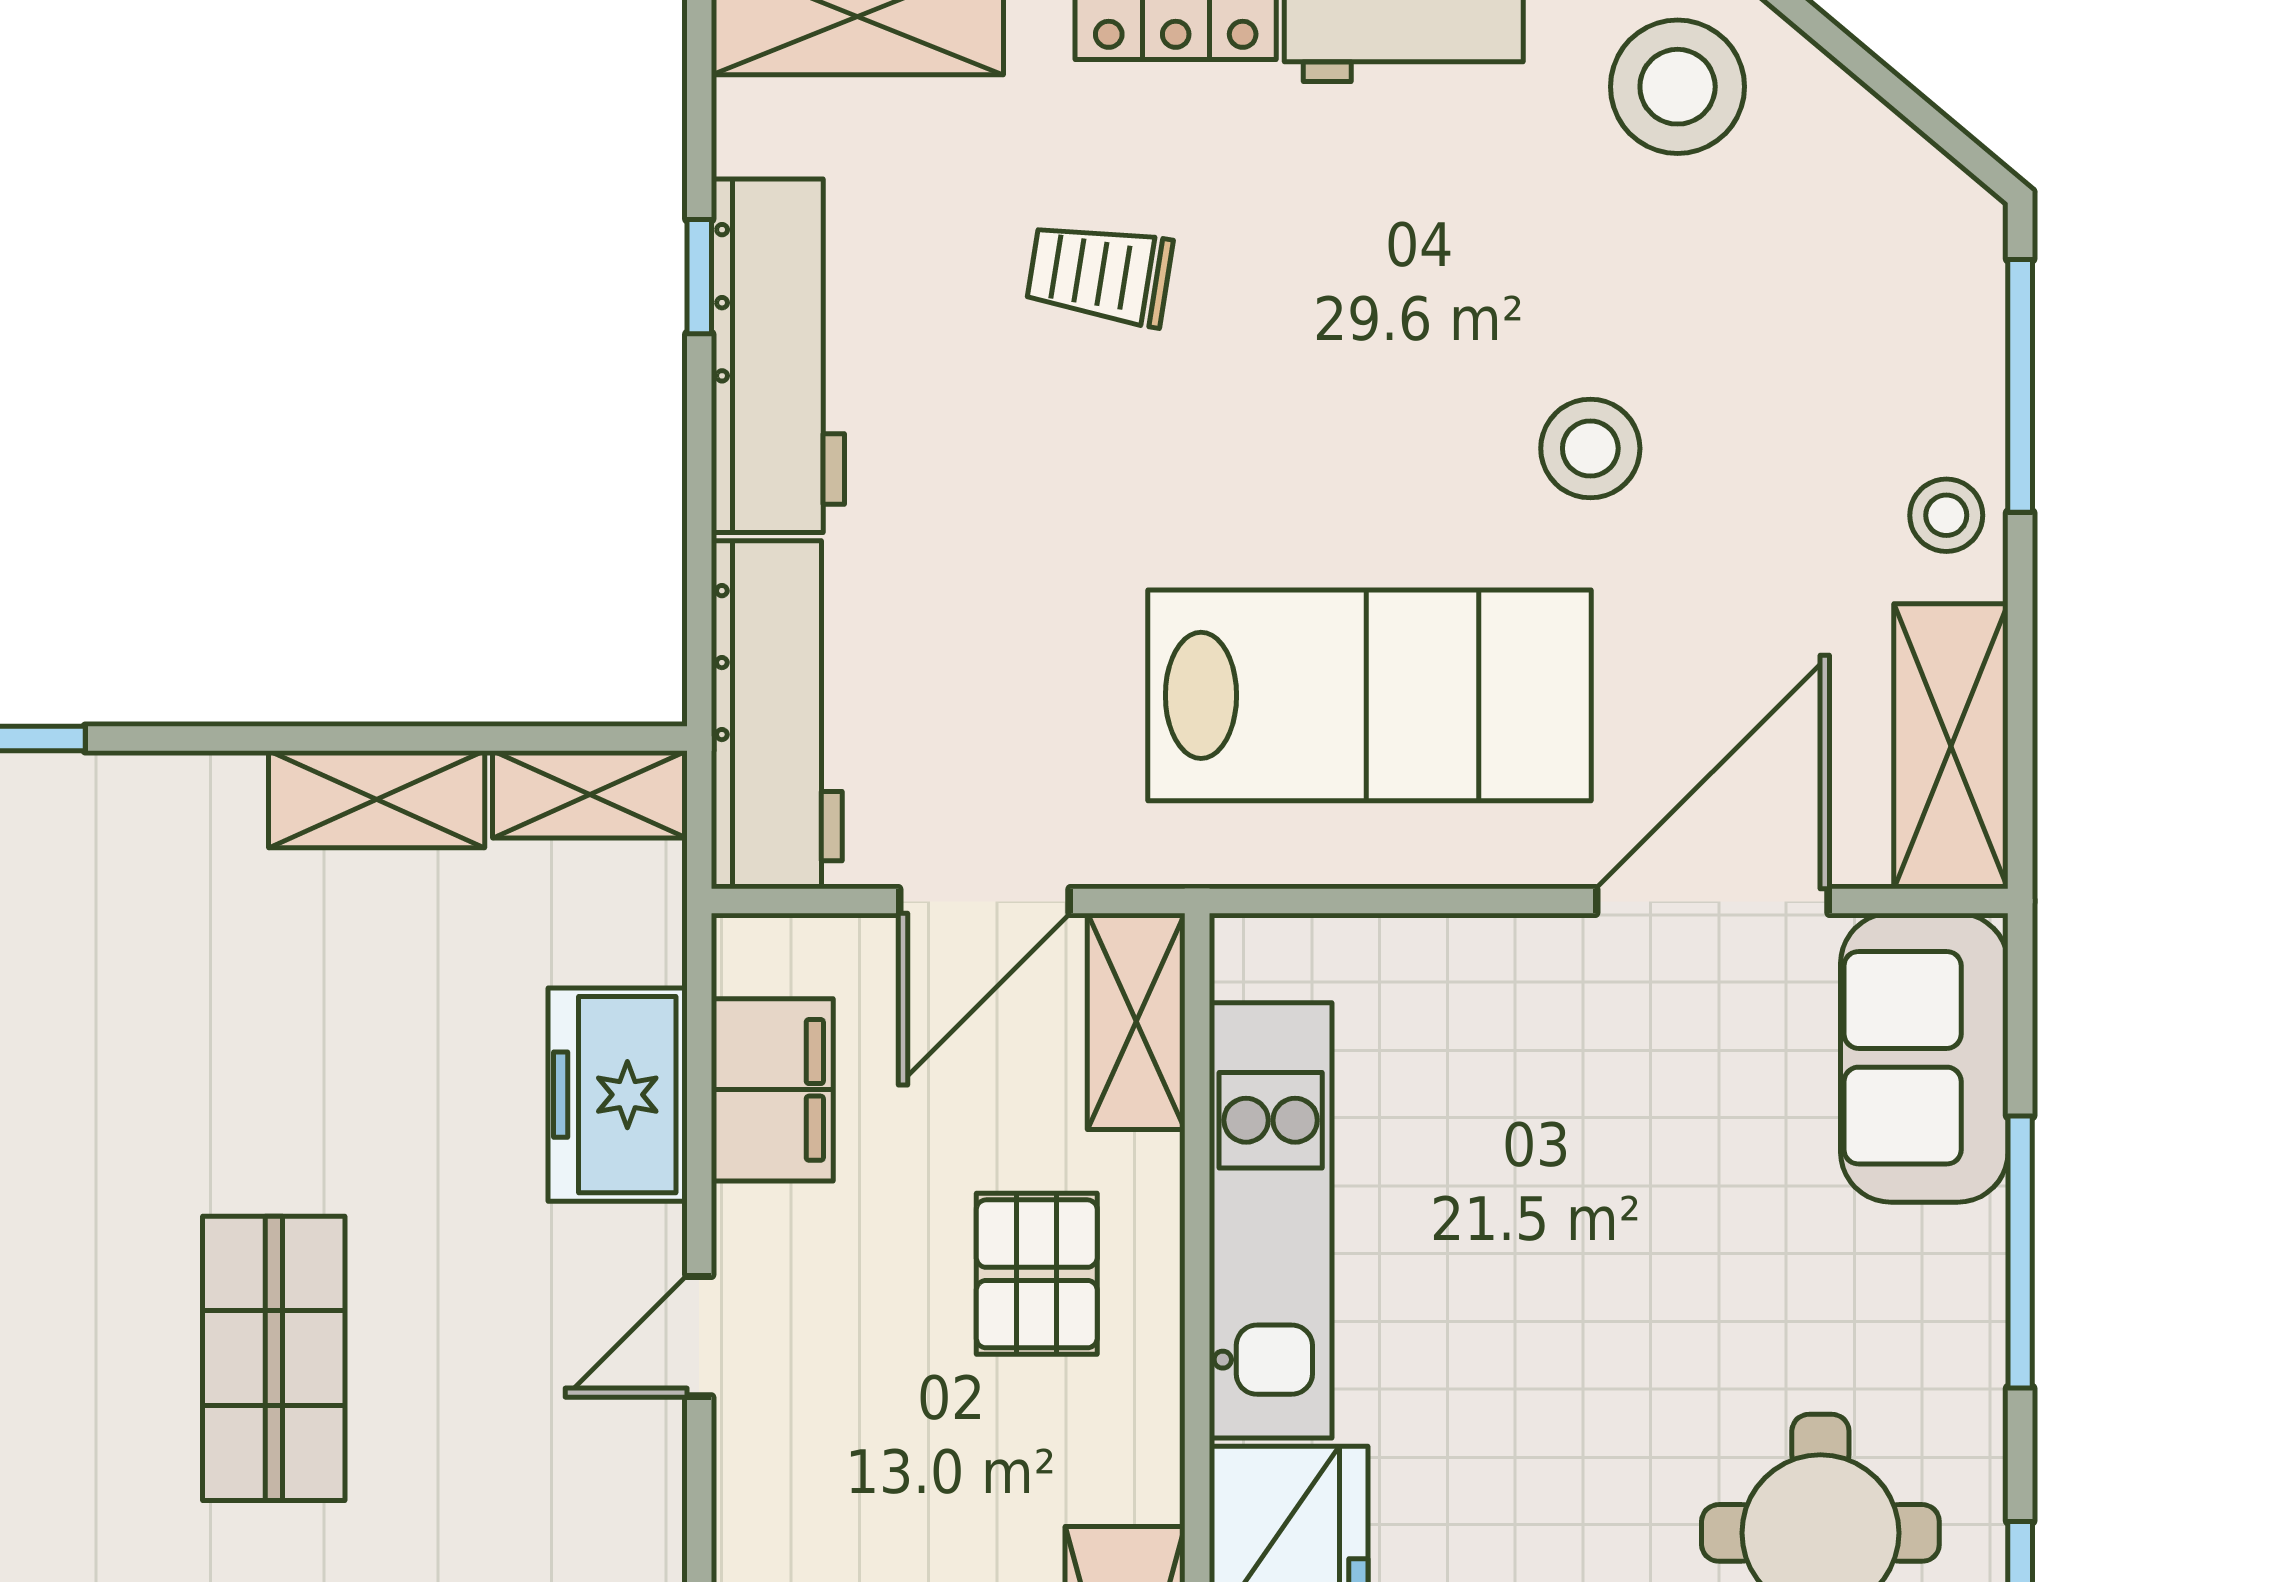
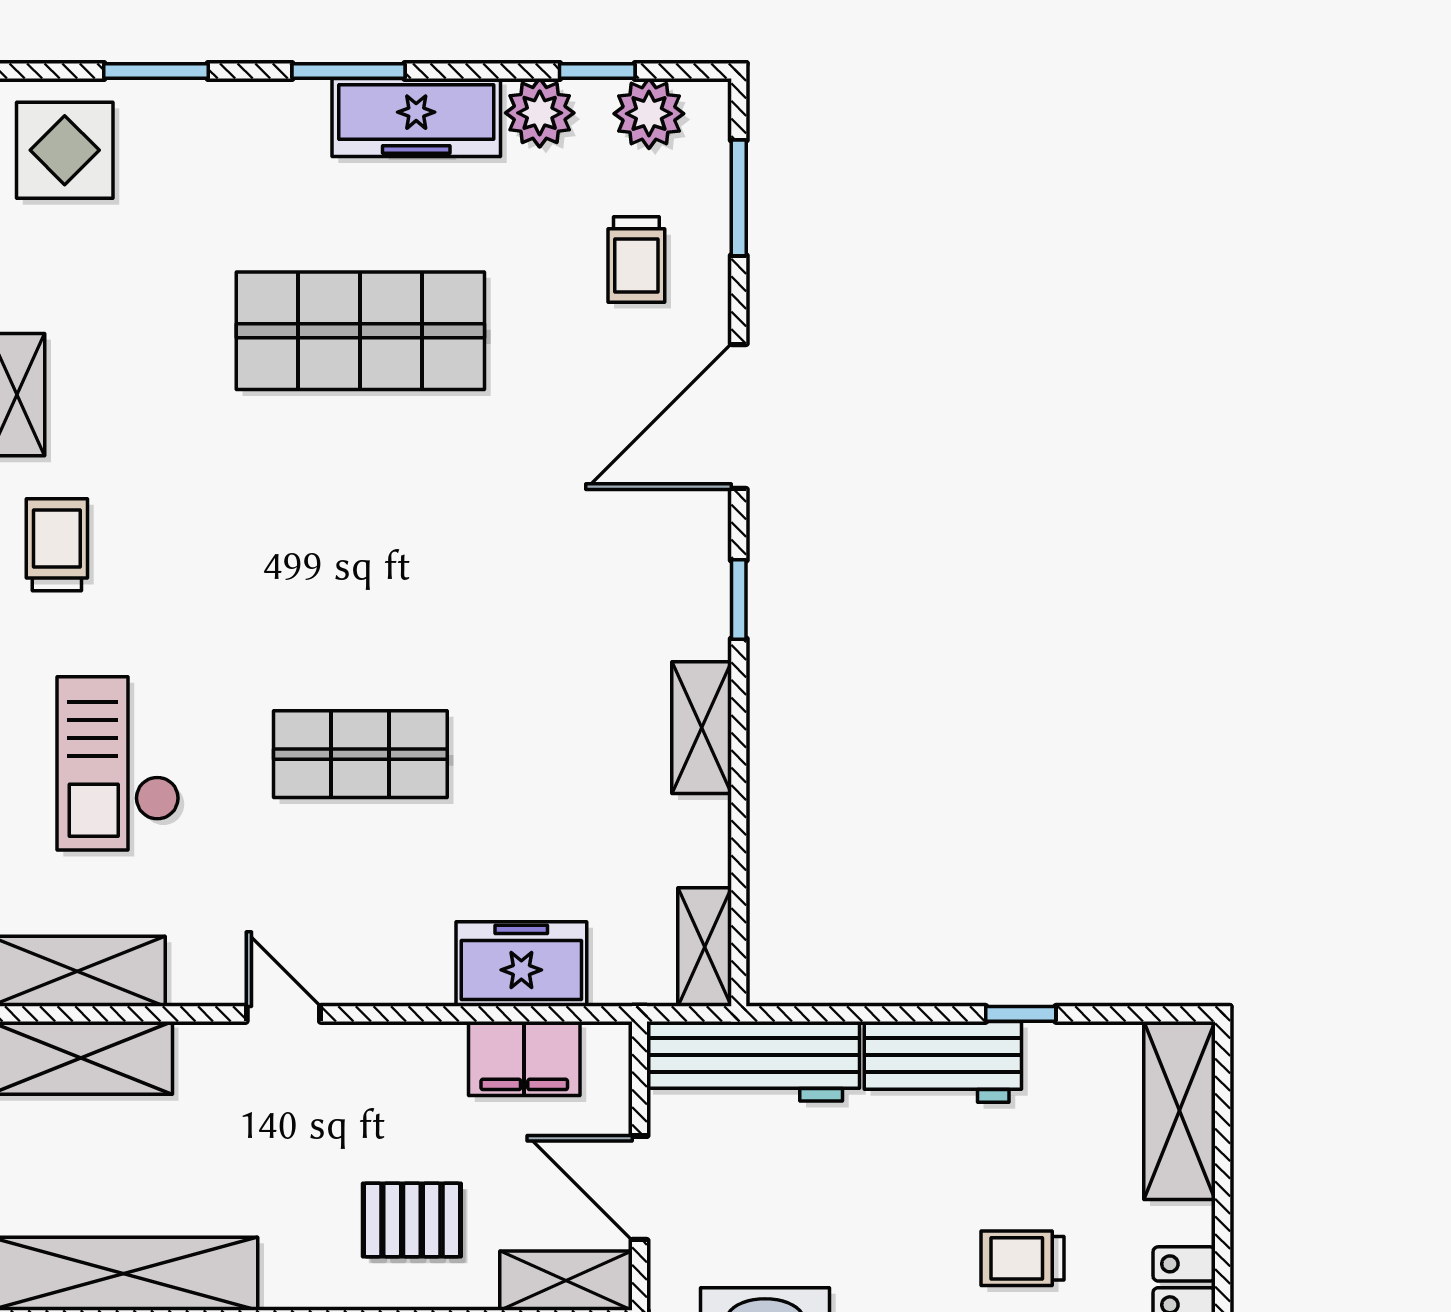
trolley: (1100, 274) -> (1022, 1258), turned -99
workbench: (778, 356) -> (943, 1062), width x0.73
shelving: (377, 799) -> (702, 728), moved
door: (699, 1336) -> (283, 1014), moved

